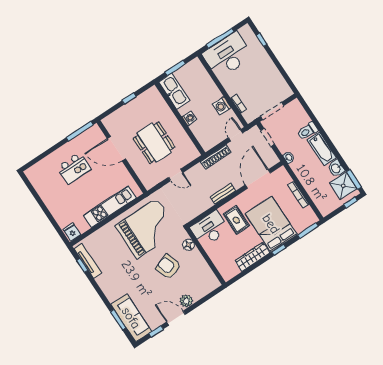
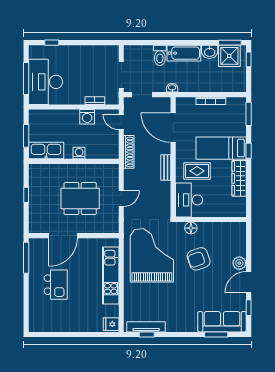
bed: (271, 224) -> (221, 148), width x0.67

